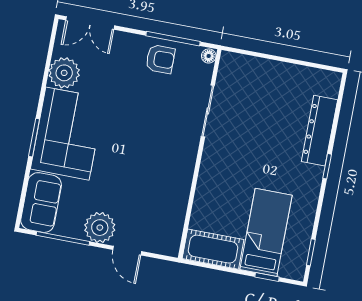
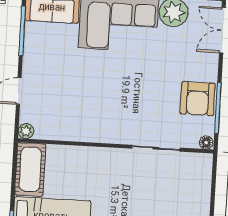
armchair: (160, 59) -> (198, 99), width x1.38, depth x1.38
plant: (100, 228) -> (26, 131), moved, width x0.53, depth x0.53

